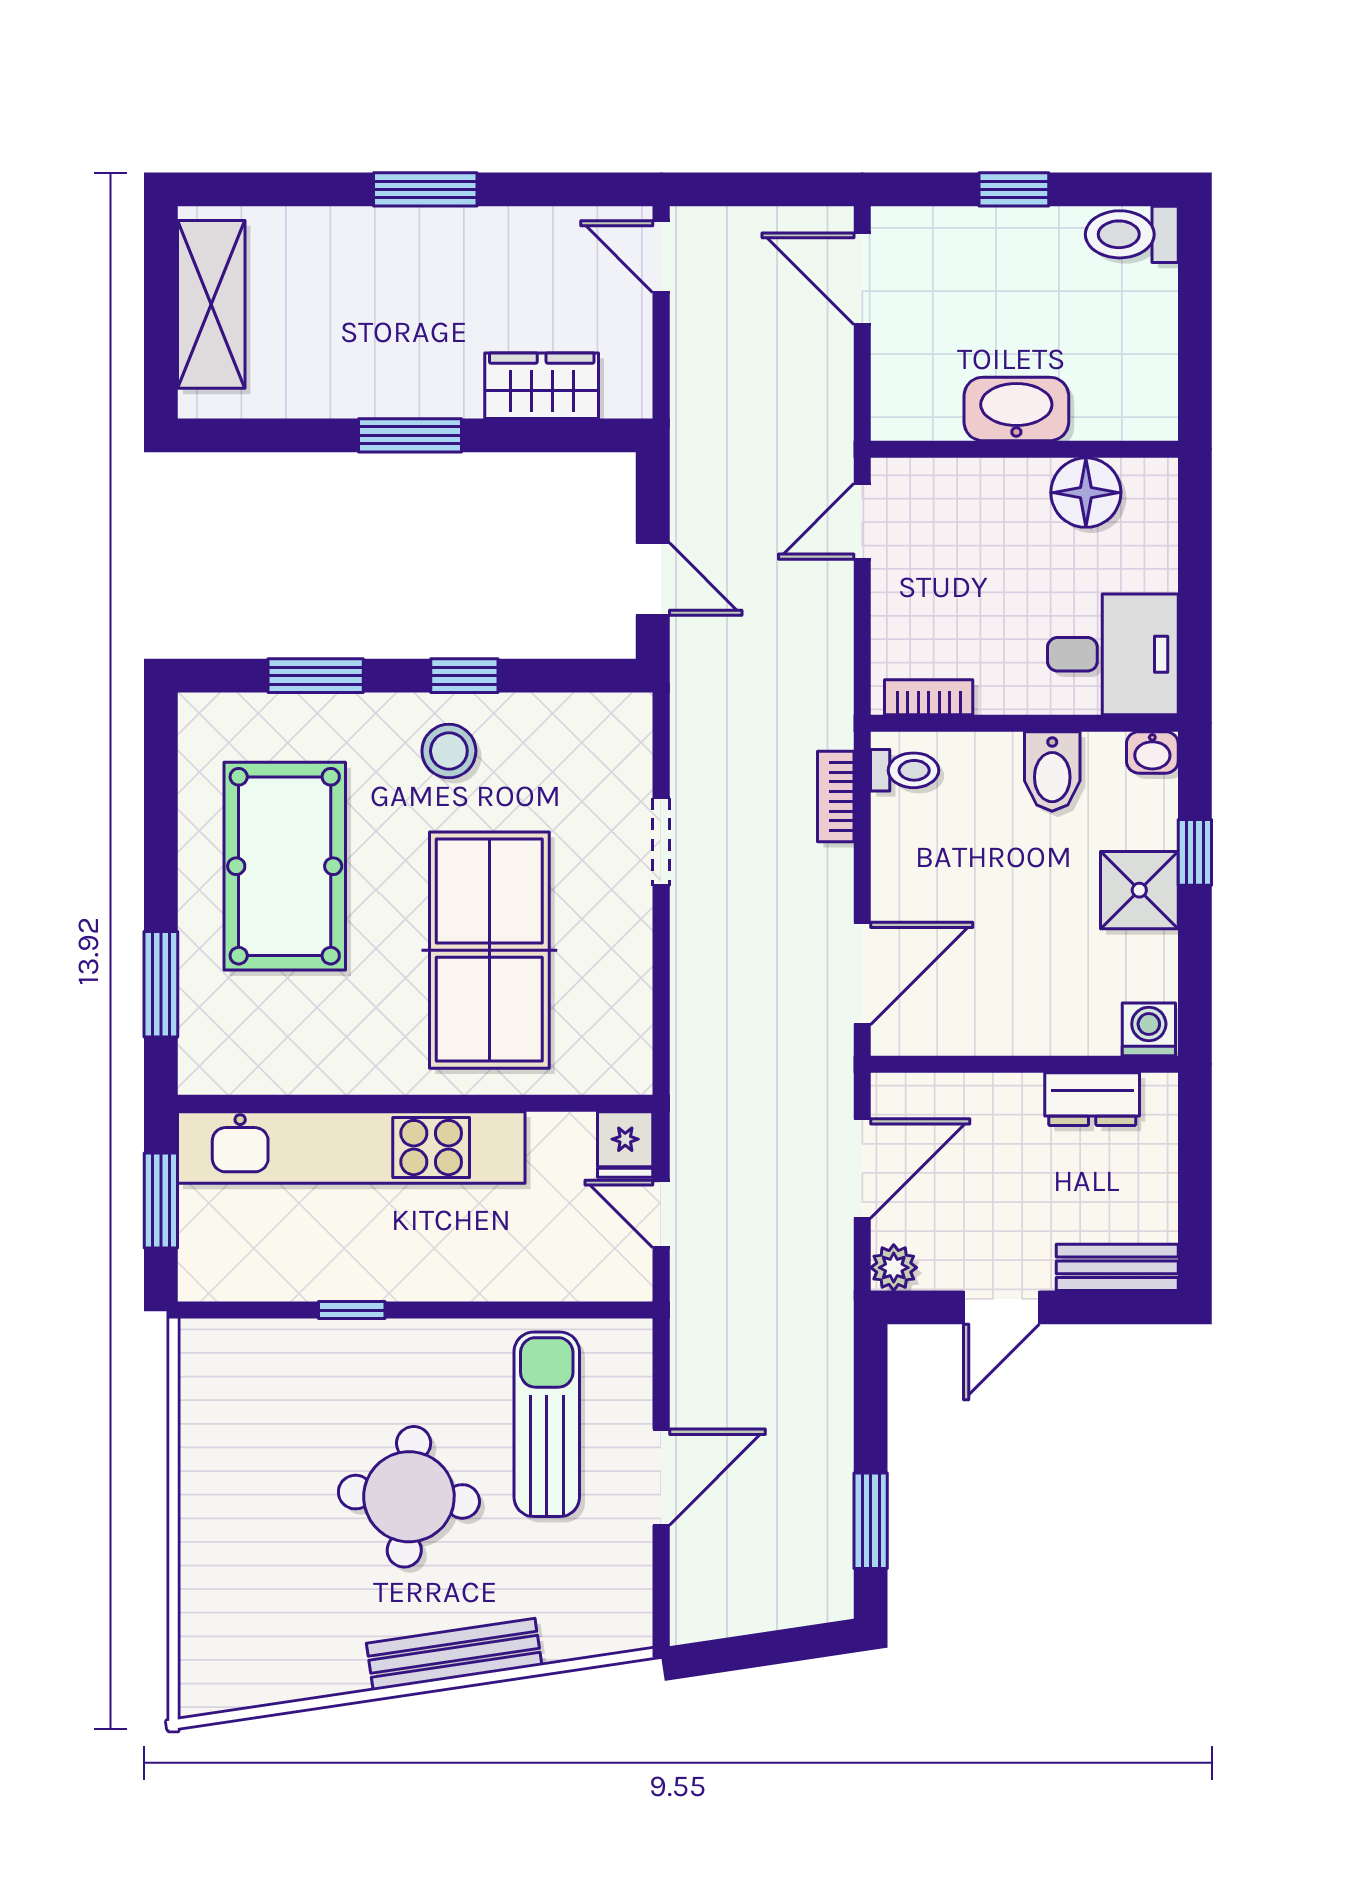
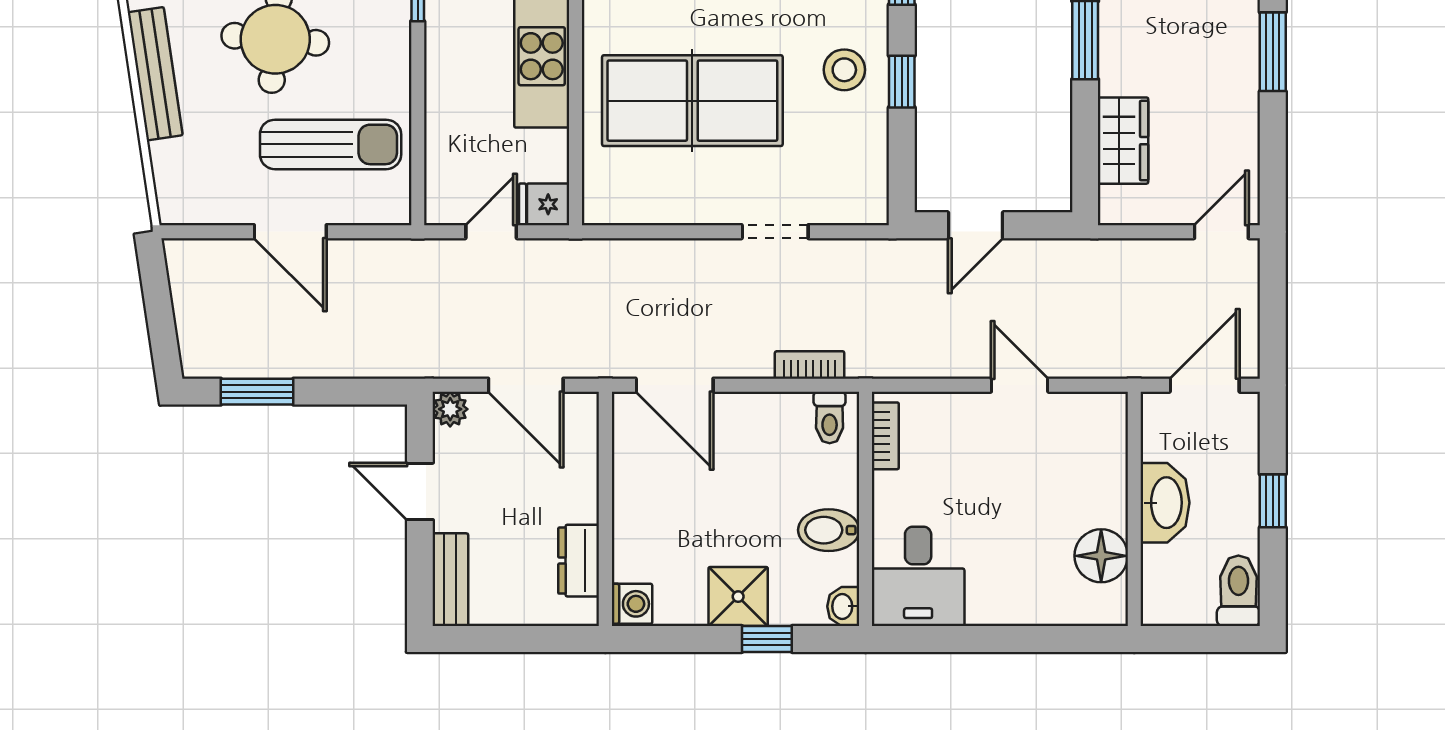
washbasin: (1016, 409) -> (1165, 503), moved
wall: (1024, 449) -> (1134, 509), moved
floor lamp: (1086, 493) -> (1101, 556), moved

